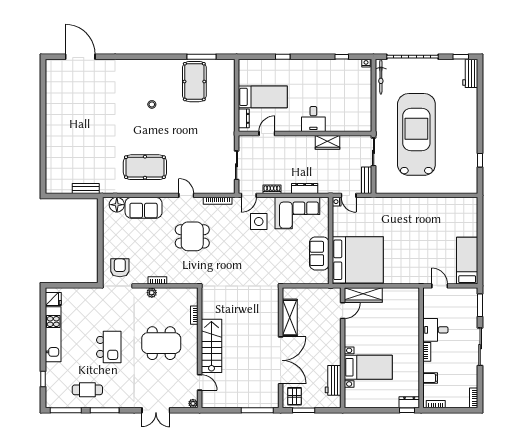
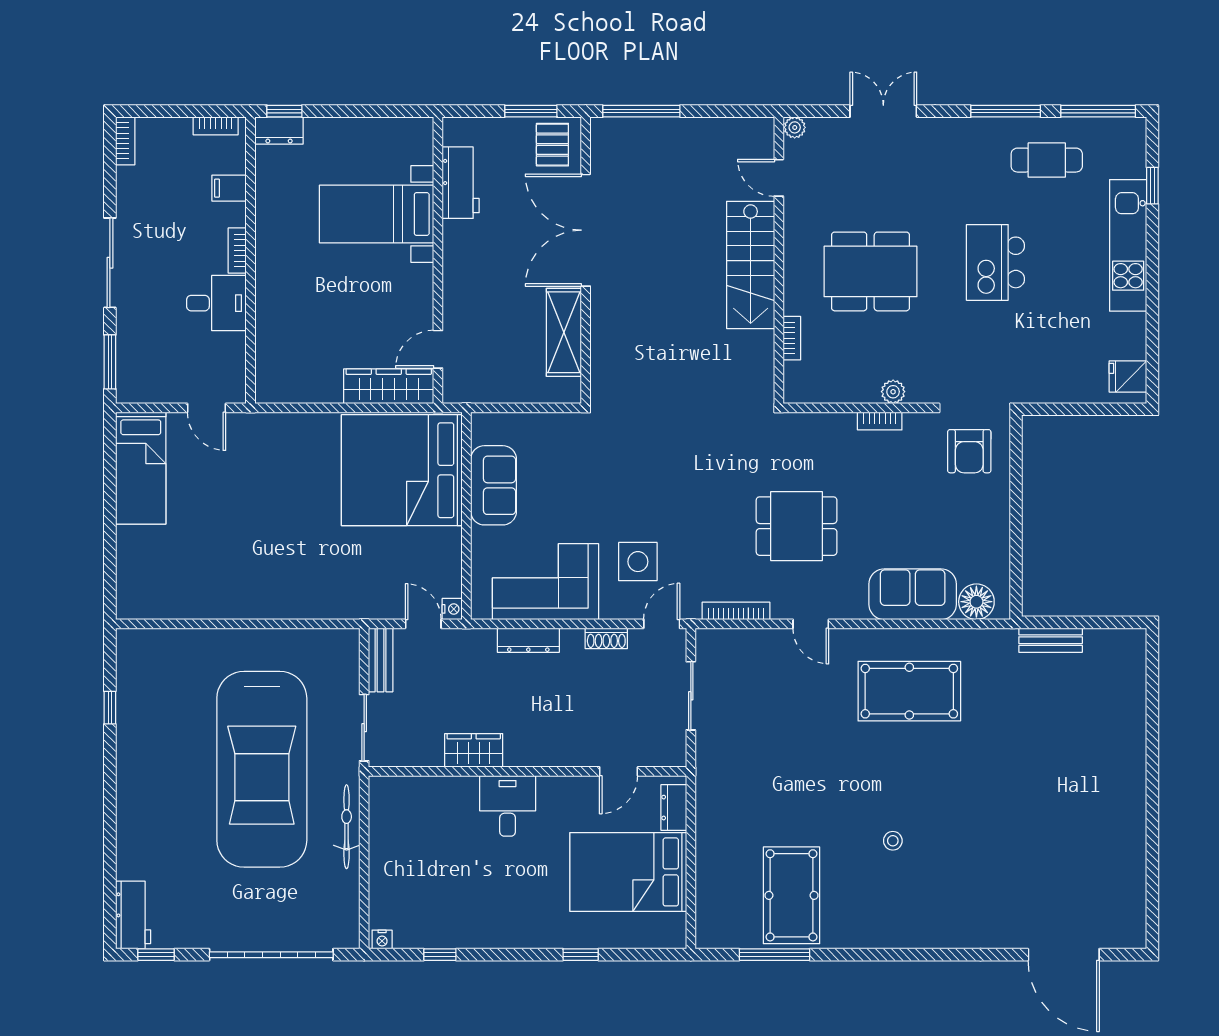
bicycle: (381, 77) -> (347, 827), moved
bed: (263, 97) -> (628, 872), width x1.50
kitchen unit: (53, 334) -> (1128, 245), moved

